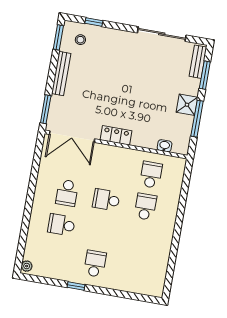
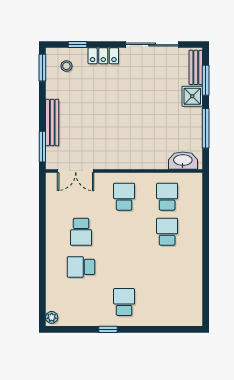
bench: (61, 73) -> (52, 122), moved
shower: (187, 105) -> (192, 96), moved
locker: (116, 135) -> (103, 56), moved, turned 180
double door: (72, 137) -> (76, 171), width x0.73
washbasin: (165, 146) -> (183, 161), width x1.91, depth x1.45
school desk: (106, 200) -> (124, 197), moved, turned 90

